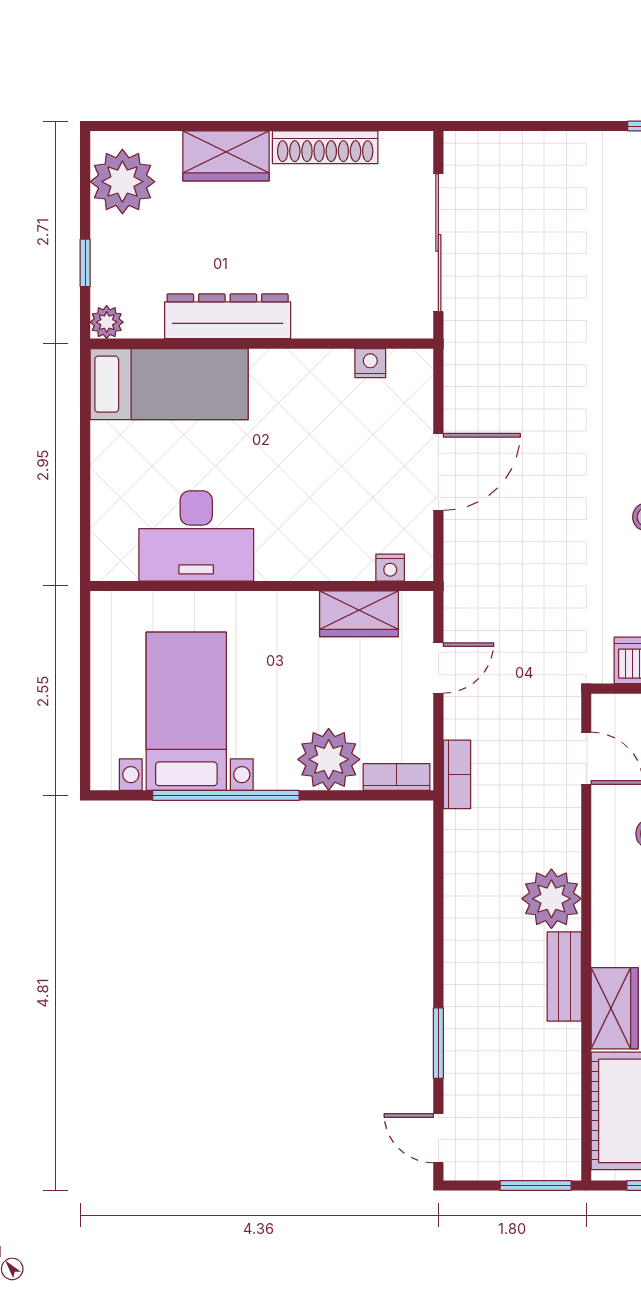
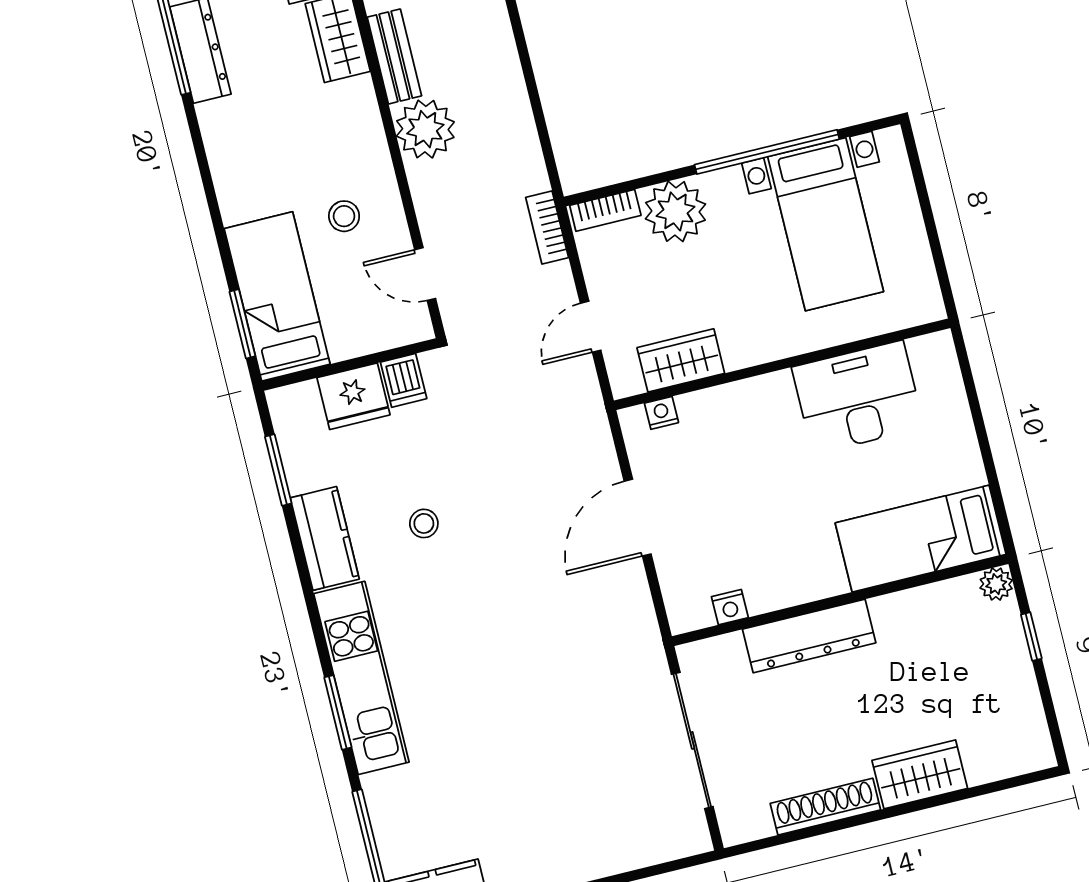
plant: (122, 182) -> (1014, 725), removed
dresser: (228, 316) -> (809, 636), moved

